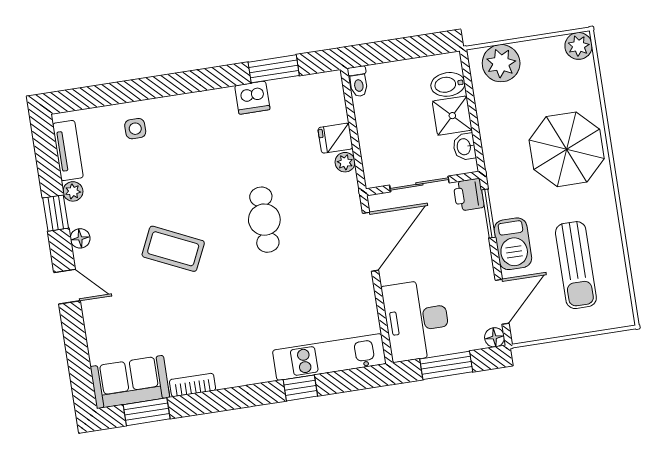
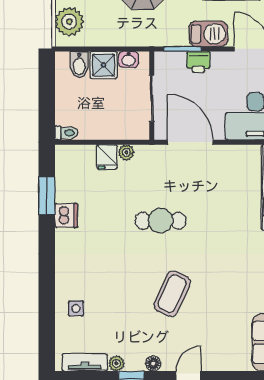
printer: (469, 195) -> (198, 62), moved

